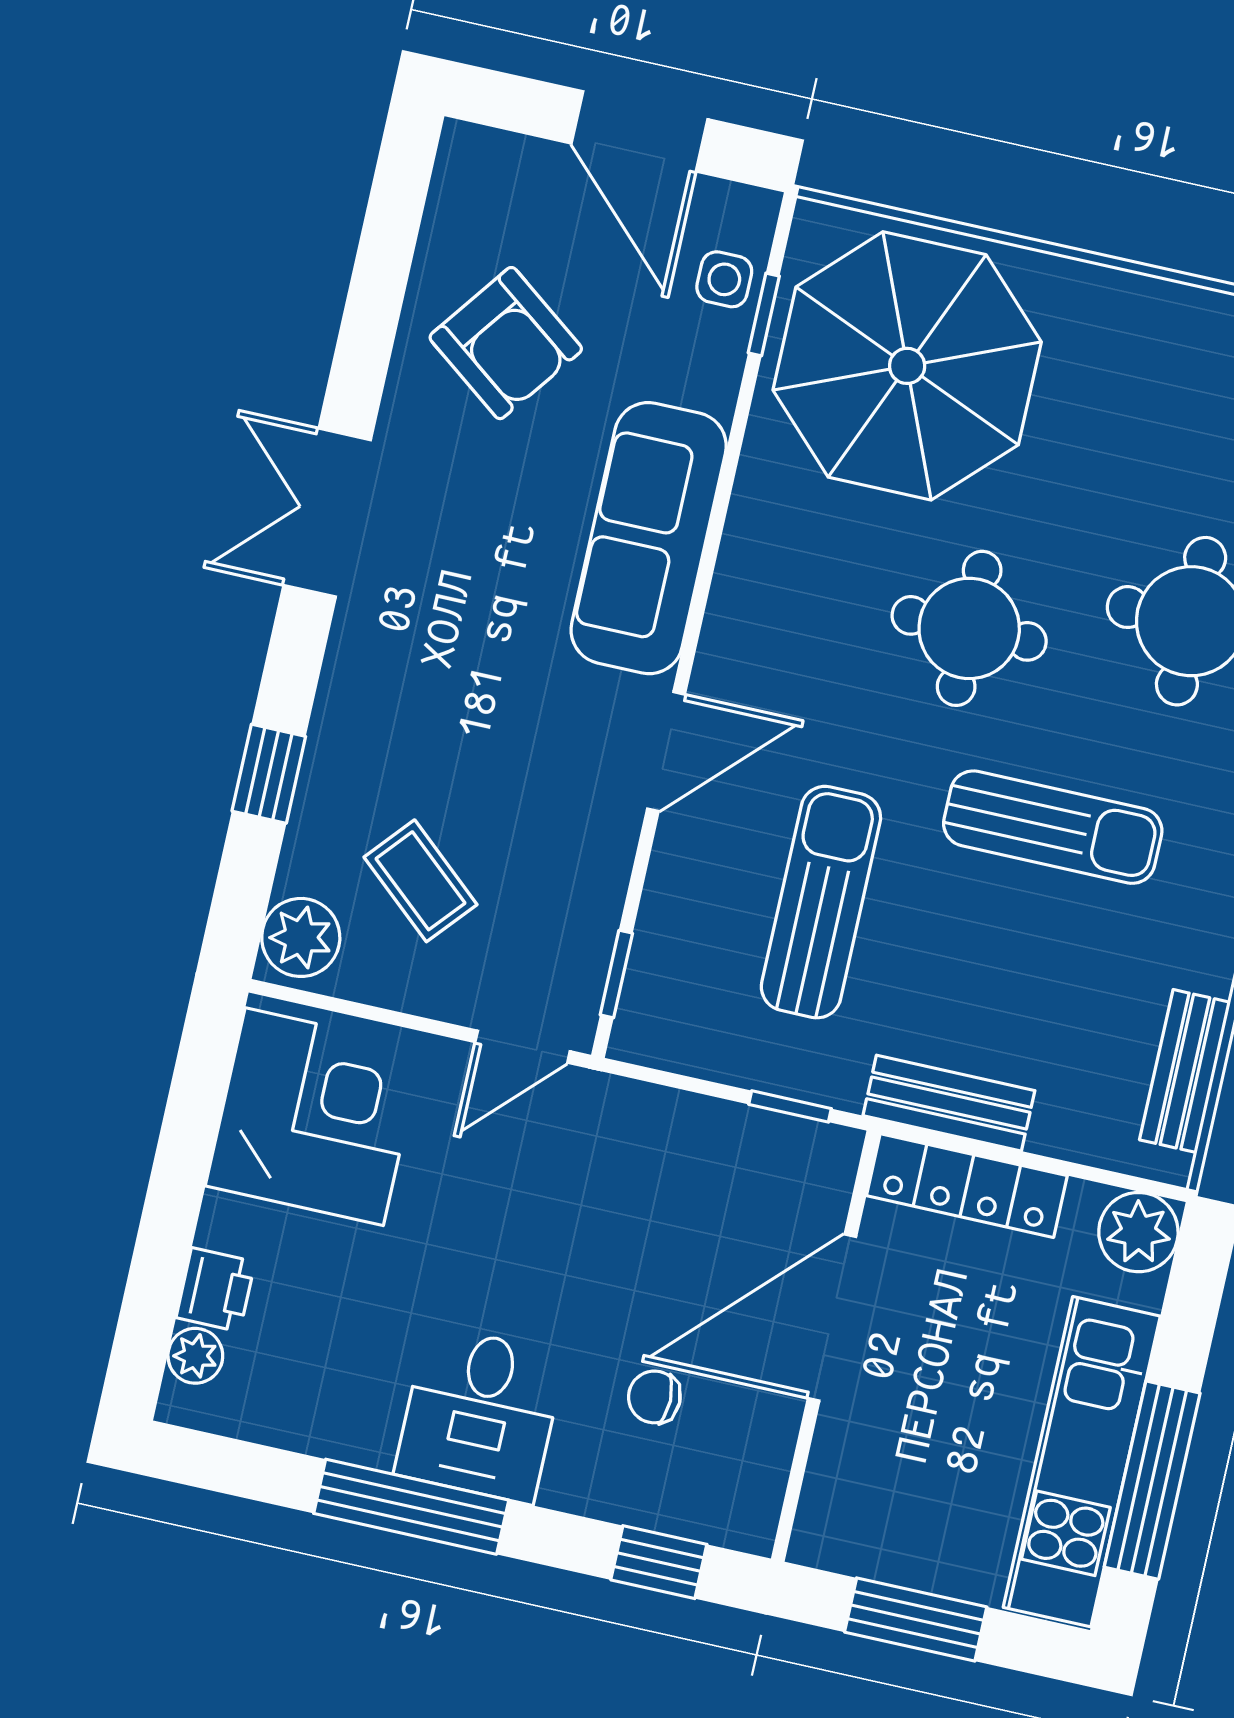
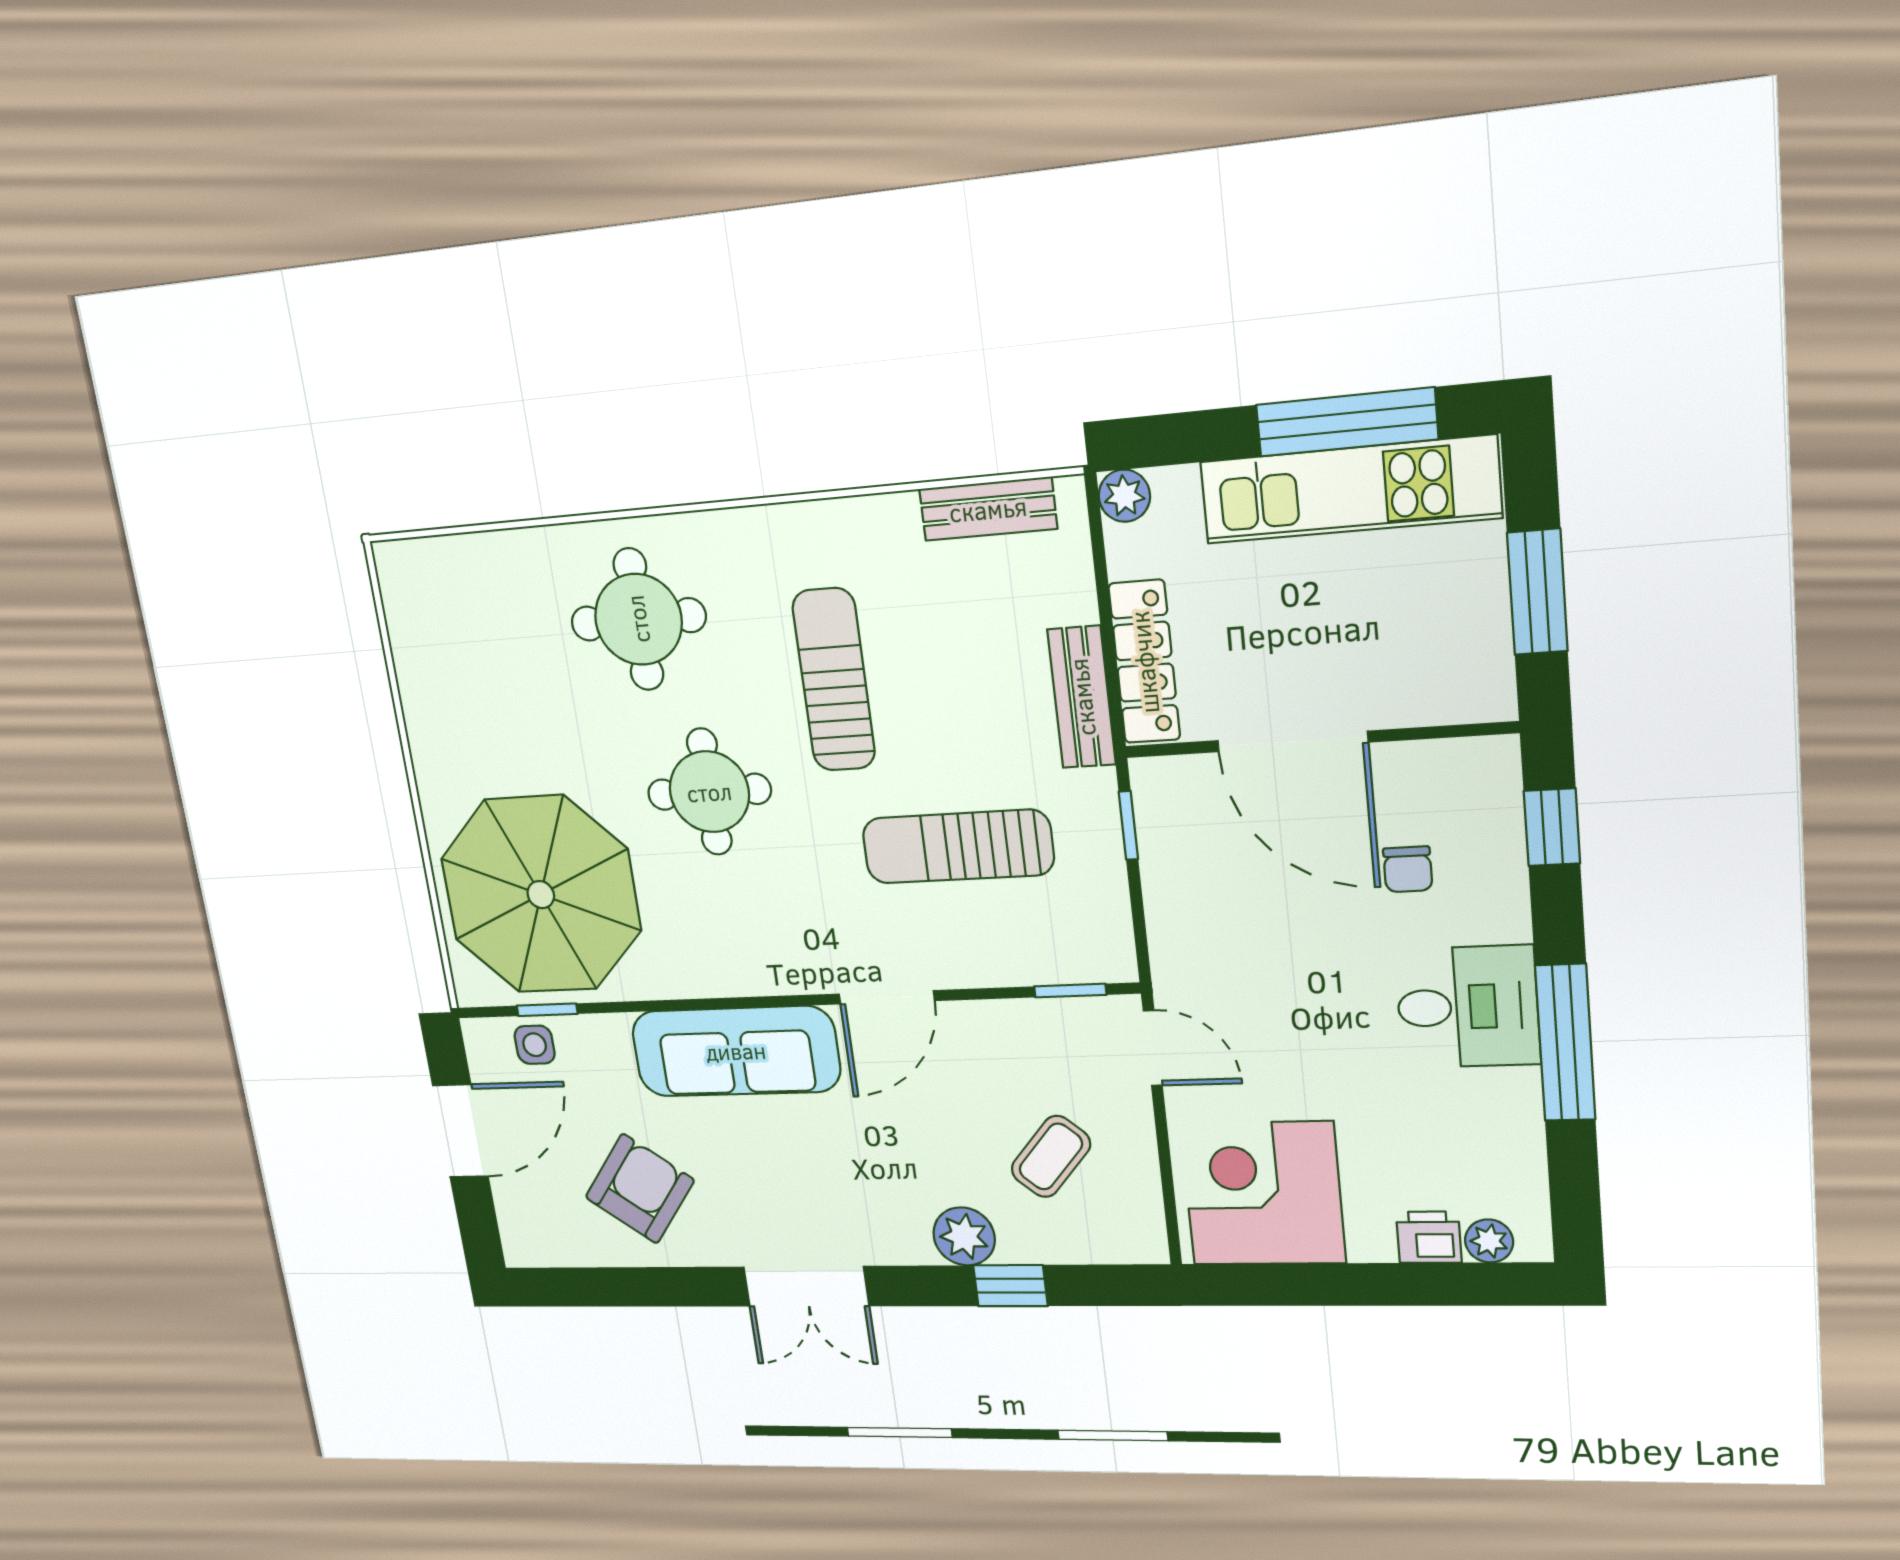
door: (666, 752) -> (887, 997), swing flipped
plant: (301, 937) -> (964, 1236), moved
plant: (1138, 1232) -> (1124, 496), width x0.73, depth x0.73

